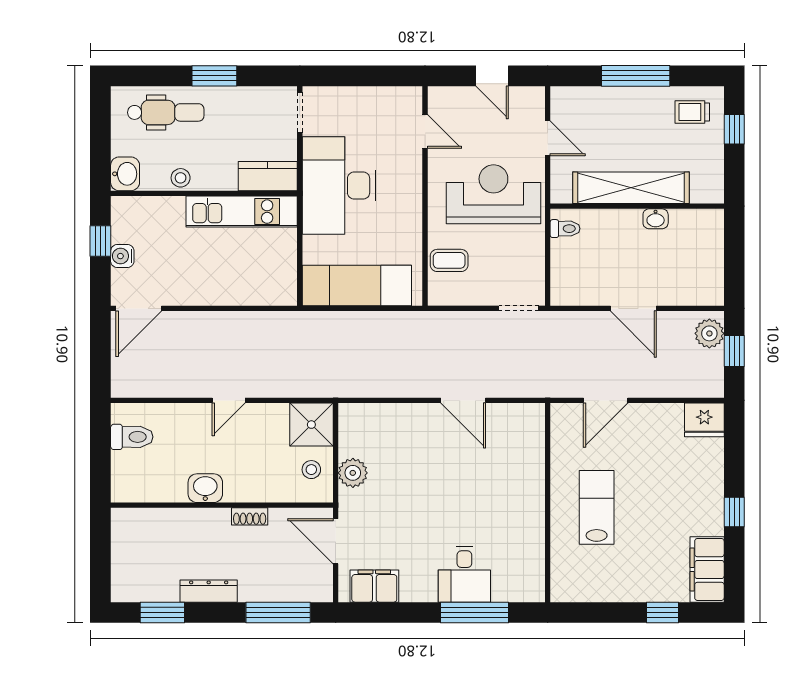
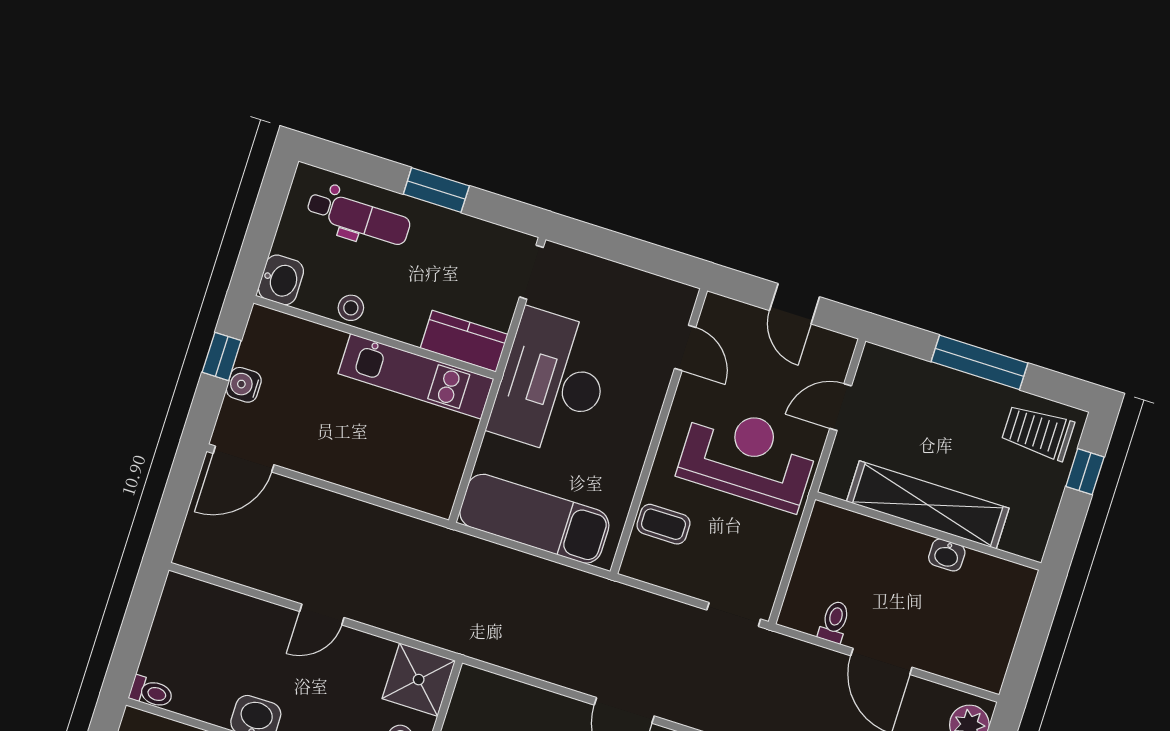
trolley: (692, 112) -> (1038, 432), width x1.36, depth x1.39
door: (548, 138) -> (841, 407), swing flipped
toilet: (565, 229) -> (834, 622), moved, turned -90
toilet: (132, 437) -> (151, 692), moved, width x0.73, depth x0.72

